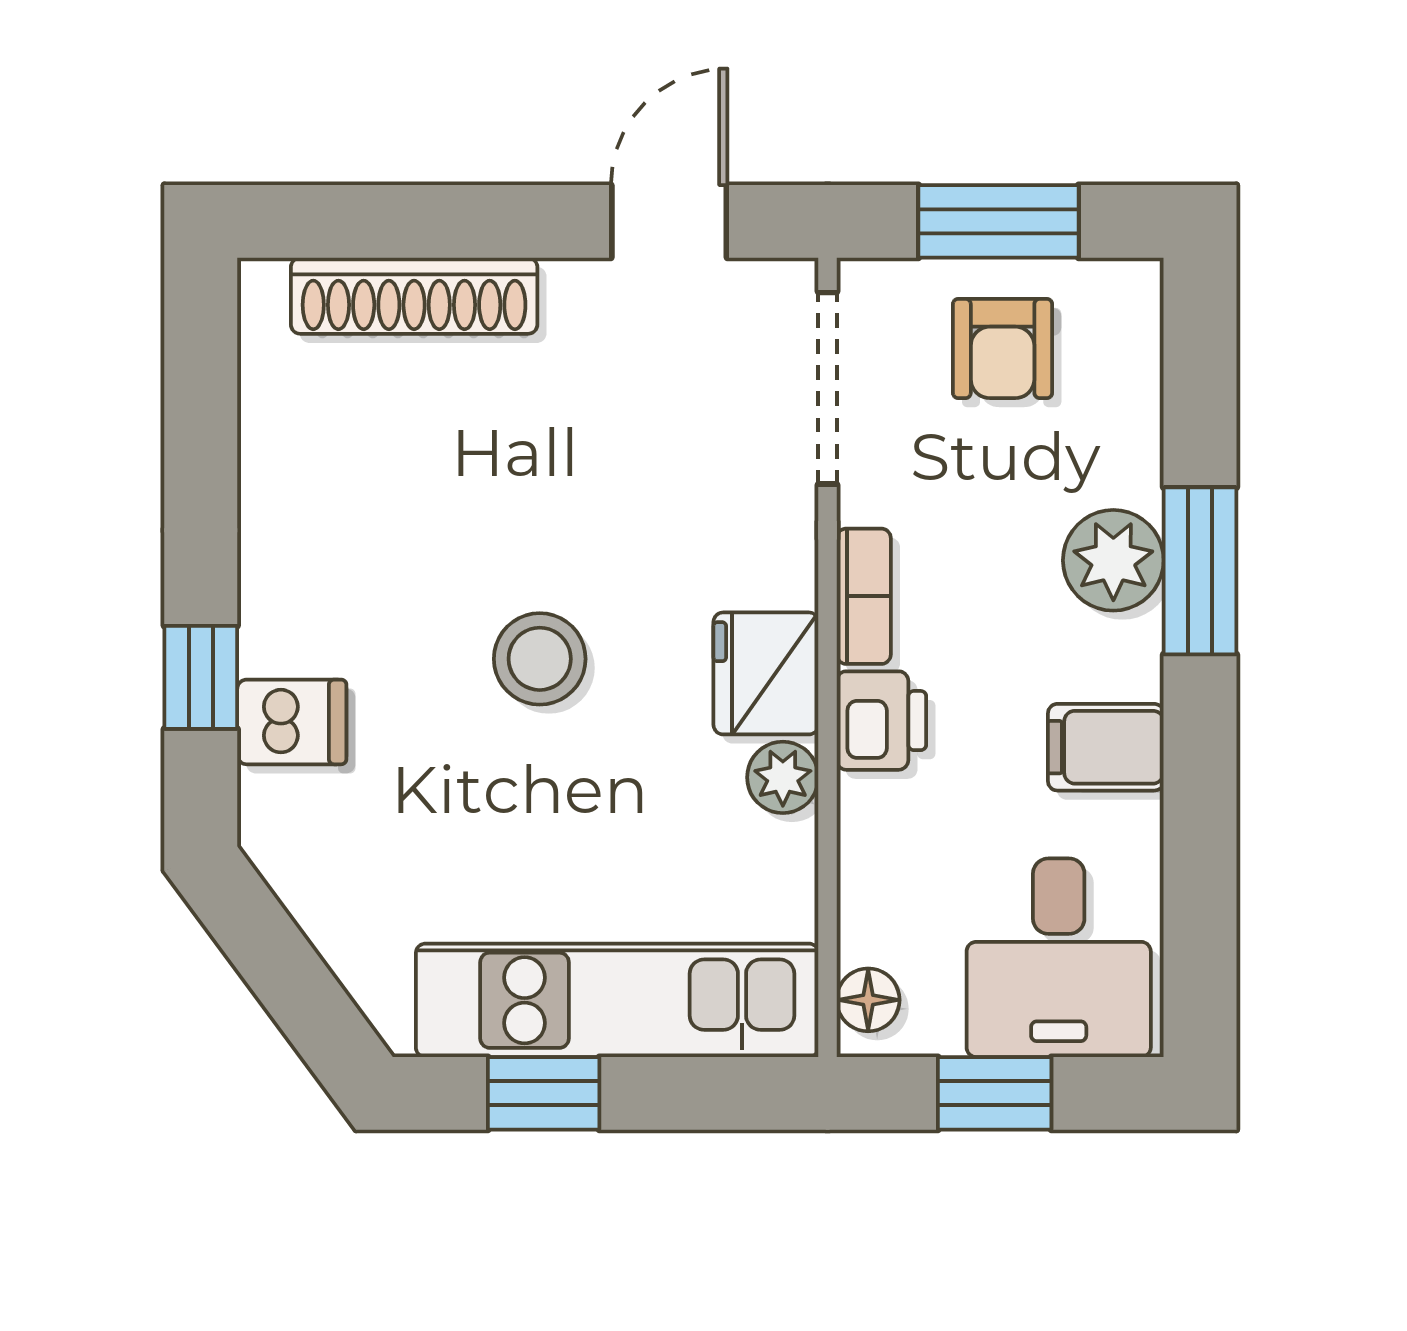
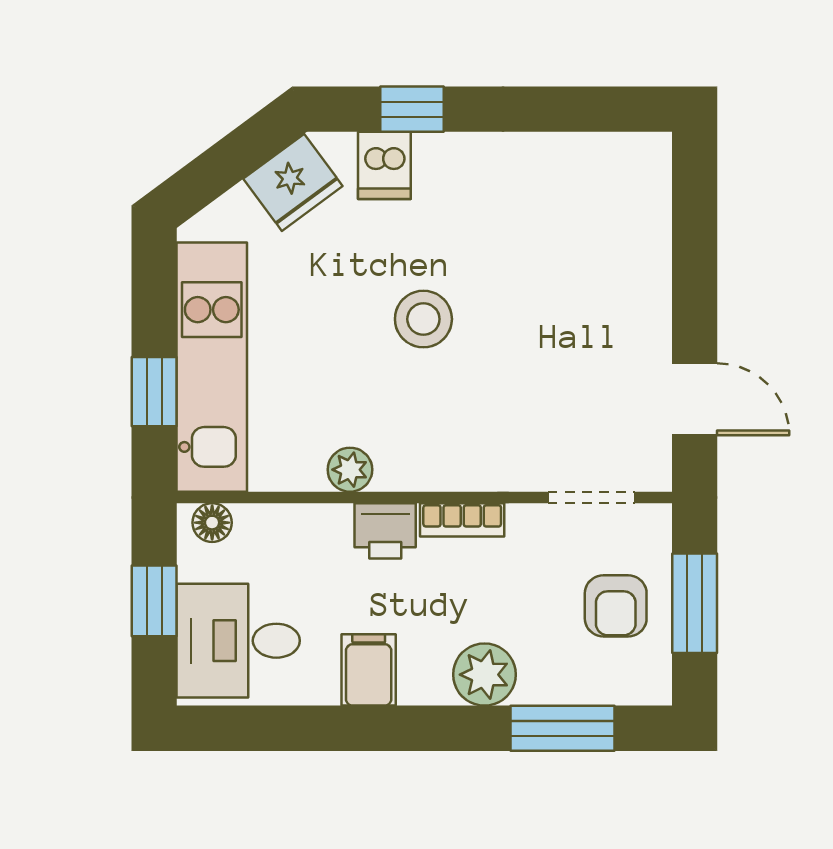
shoe rack: (414, 296) -> (648, 241), removed
armchair: (1003, 349) -> (616, 606), turned -90
doorway: (828, 388) -> (591, 497), width x0.73
window: (1200, 571) -> (563, 728), moved
fridge: (766, 673) -> (293, 182), moved, turned 144
window: (544, 1093) -> (154, 392), moved

